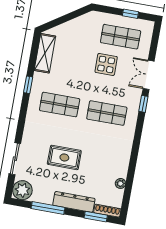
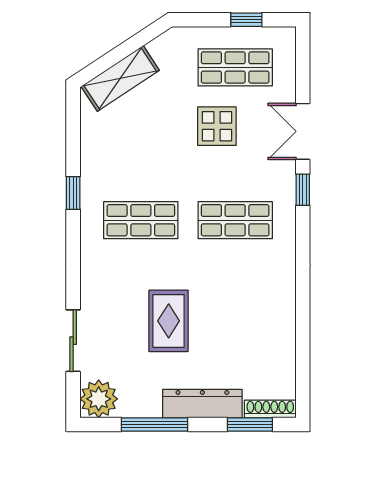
shelving: (45, 53) -> (120, 78), moved, turned 57
rug: (64, 157) -> (169, 321), turned 90
plant: (120, 183) -> (286, 352), removed

